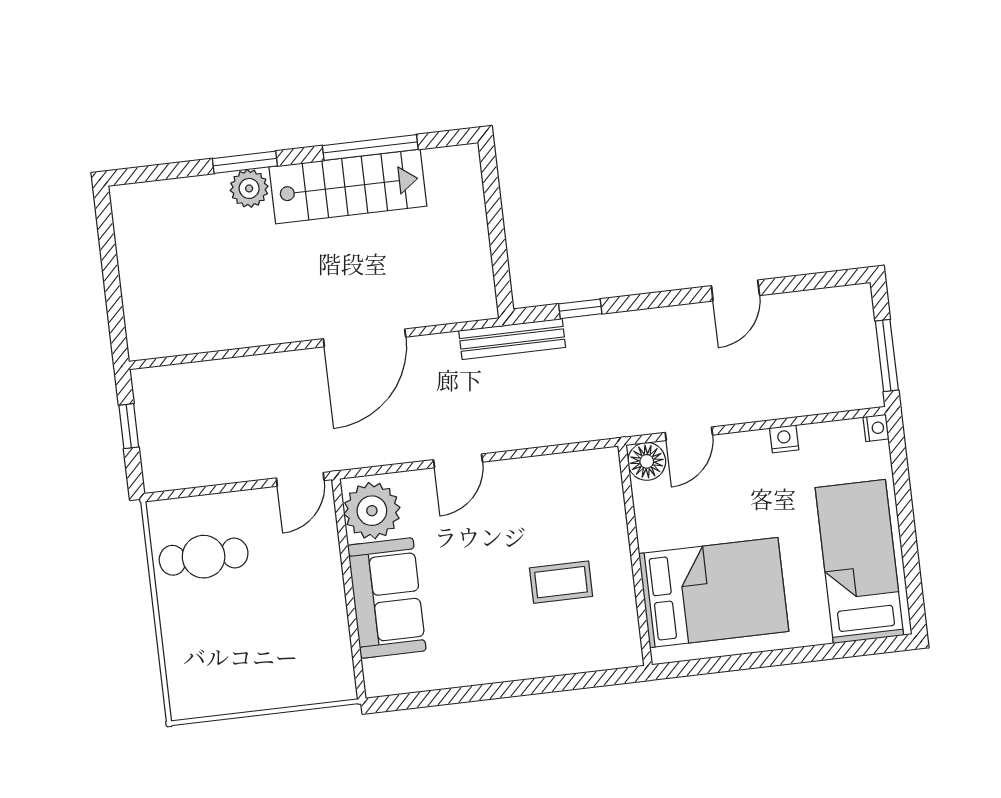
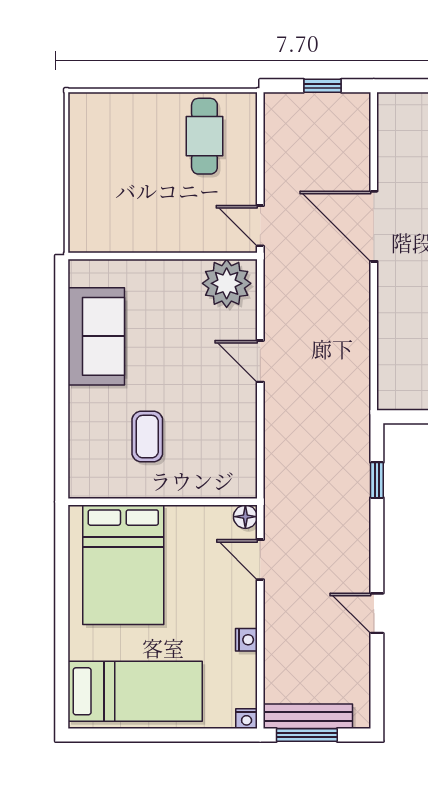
door: (365, 338) -> (374, 226), moved
bench: (512, 339) -> (308, 716), moved, turned 90
floor lamp: (647, 461) -> (245, 517), width x0.73, depth x0.73
sofa: (387, 598) -> (96, 336), moved, turned -90

